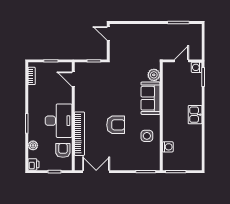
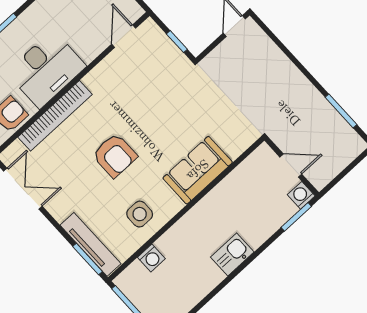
plant: (154, 75) -> (235, 145), removed
tv unit: (141, 165) -> (90, 244), added

